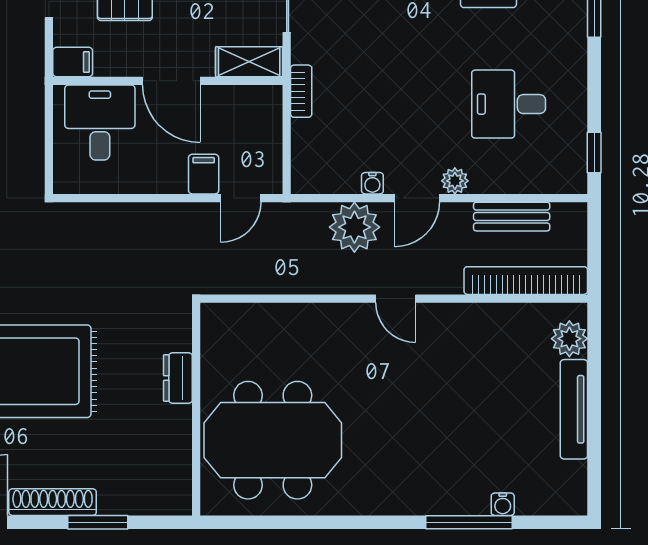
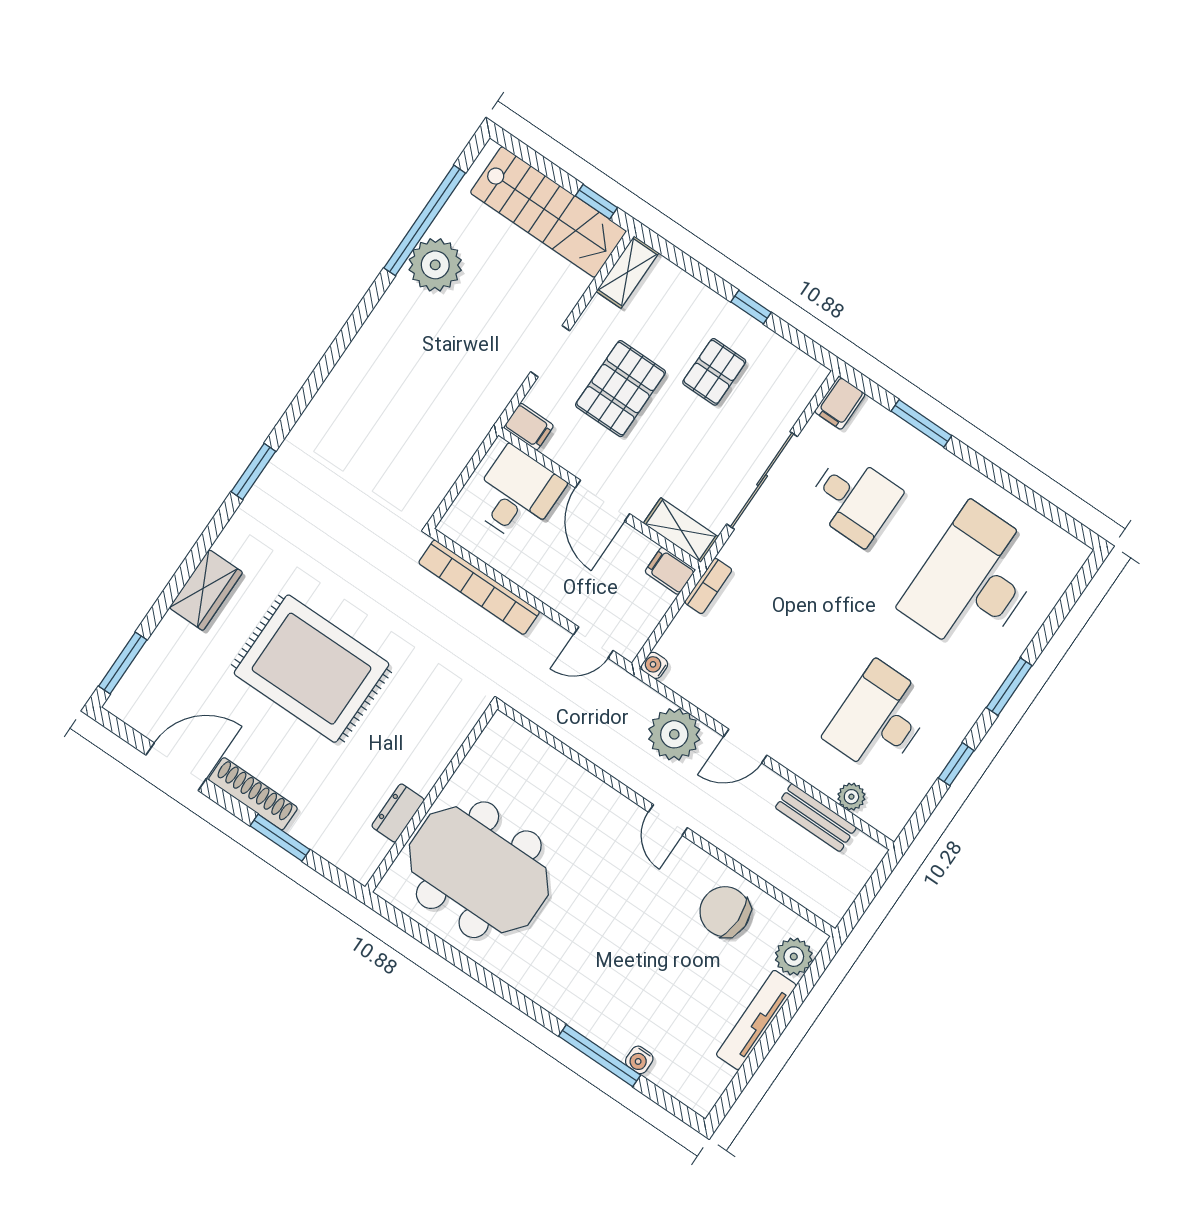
desk: (509, 104) -> (879, 719), width x1.37
window: (594, 152) -> (956, 764), moved
filing cabinet: (204, 174) -> (670, 571), moved, turned -90
plant: (455, 181) -> (851, 797), moved
water cooler: (372, 183) -> (655, 665), moved, turned 90
bookcase: (526, 281) -> (479, 587), moved, turned 180
chair: (490, 340) -> (725, 912), added
dresser: (178, 378) -> (398, 813), moved

